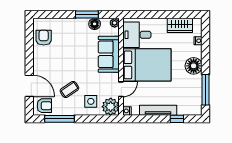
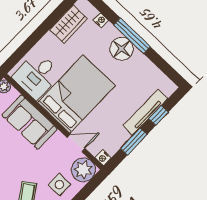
door: (121, 89) -> (76, 143), hinge flipped
window: (206, 90) -> (132, 36), moved
tv unit: (158, 110) -> (145, 112), moved
window: (151, 119) -> (134, 142), added

